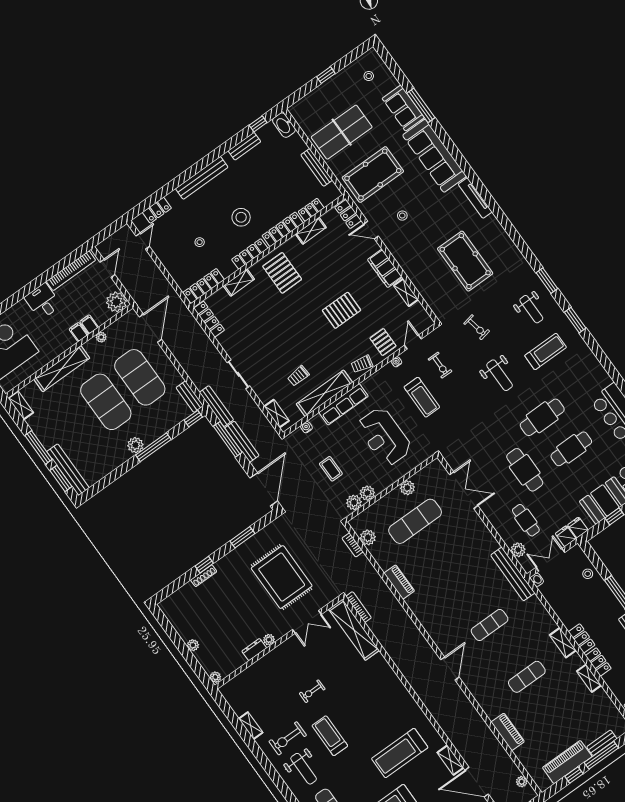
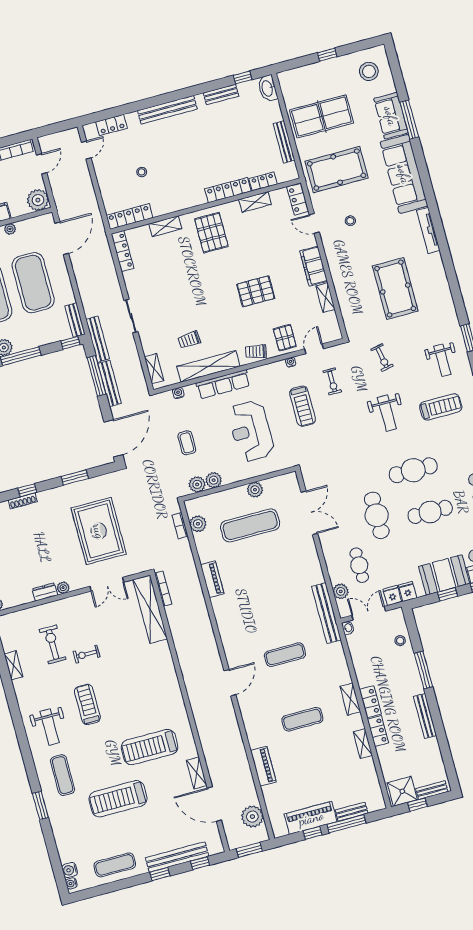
stool: (369, 76) -> (369, 71), width x1.89, depth x1.89
stool: (241, 217) -> (191, 163), removed
locker: (250, 254) -> (187, 202), removed
exercise bike: (288, 738) -> (53, 644), moved, turned 90
plant: (522, 782) -> (252, 817), width x1.87, depth x1.87

